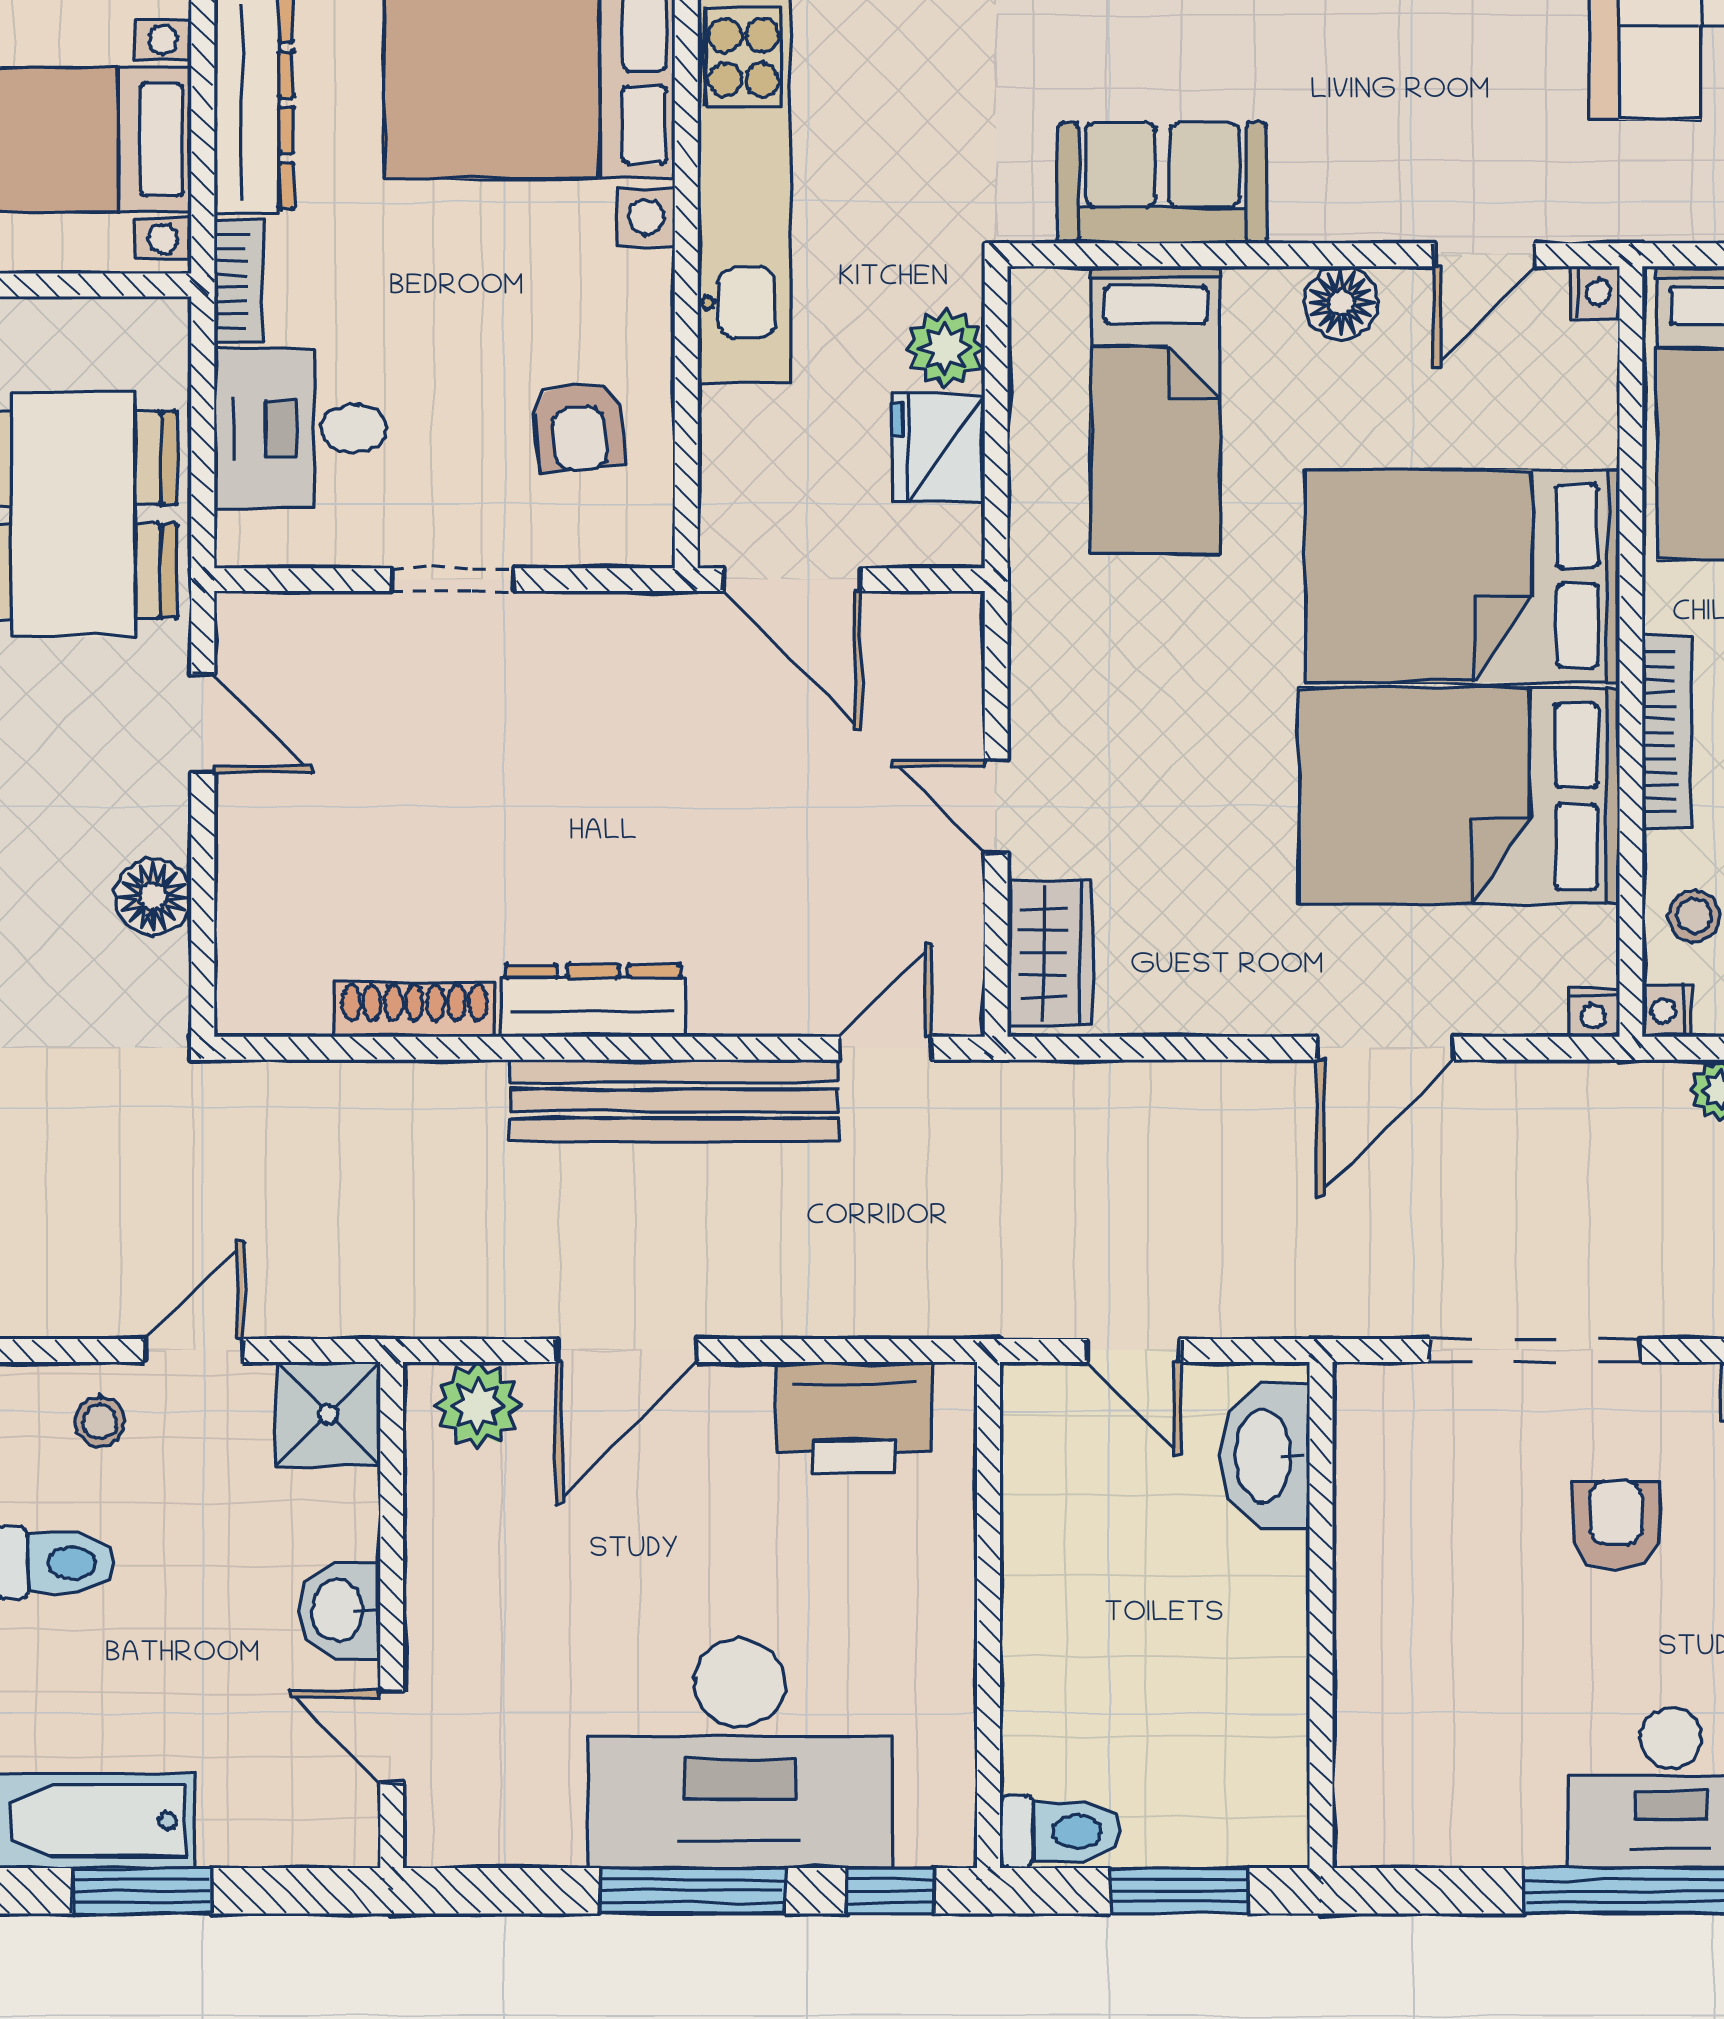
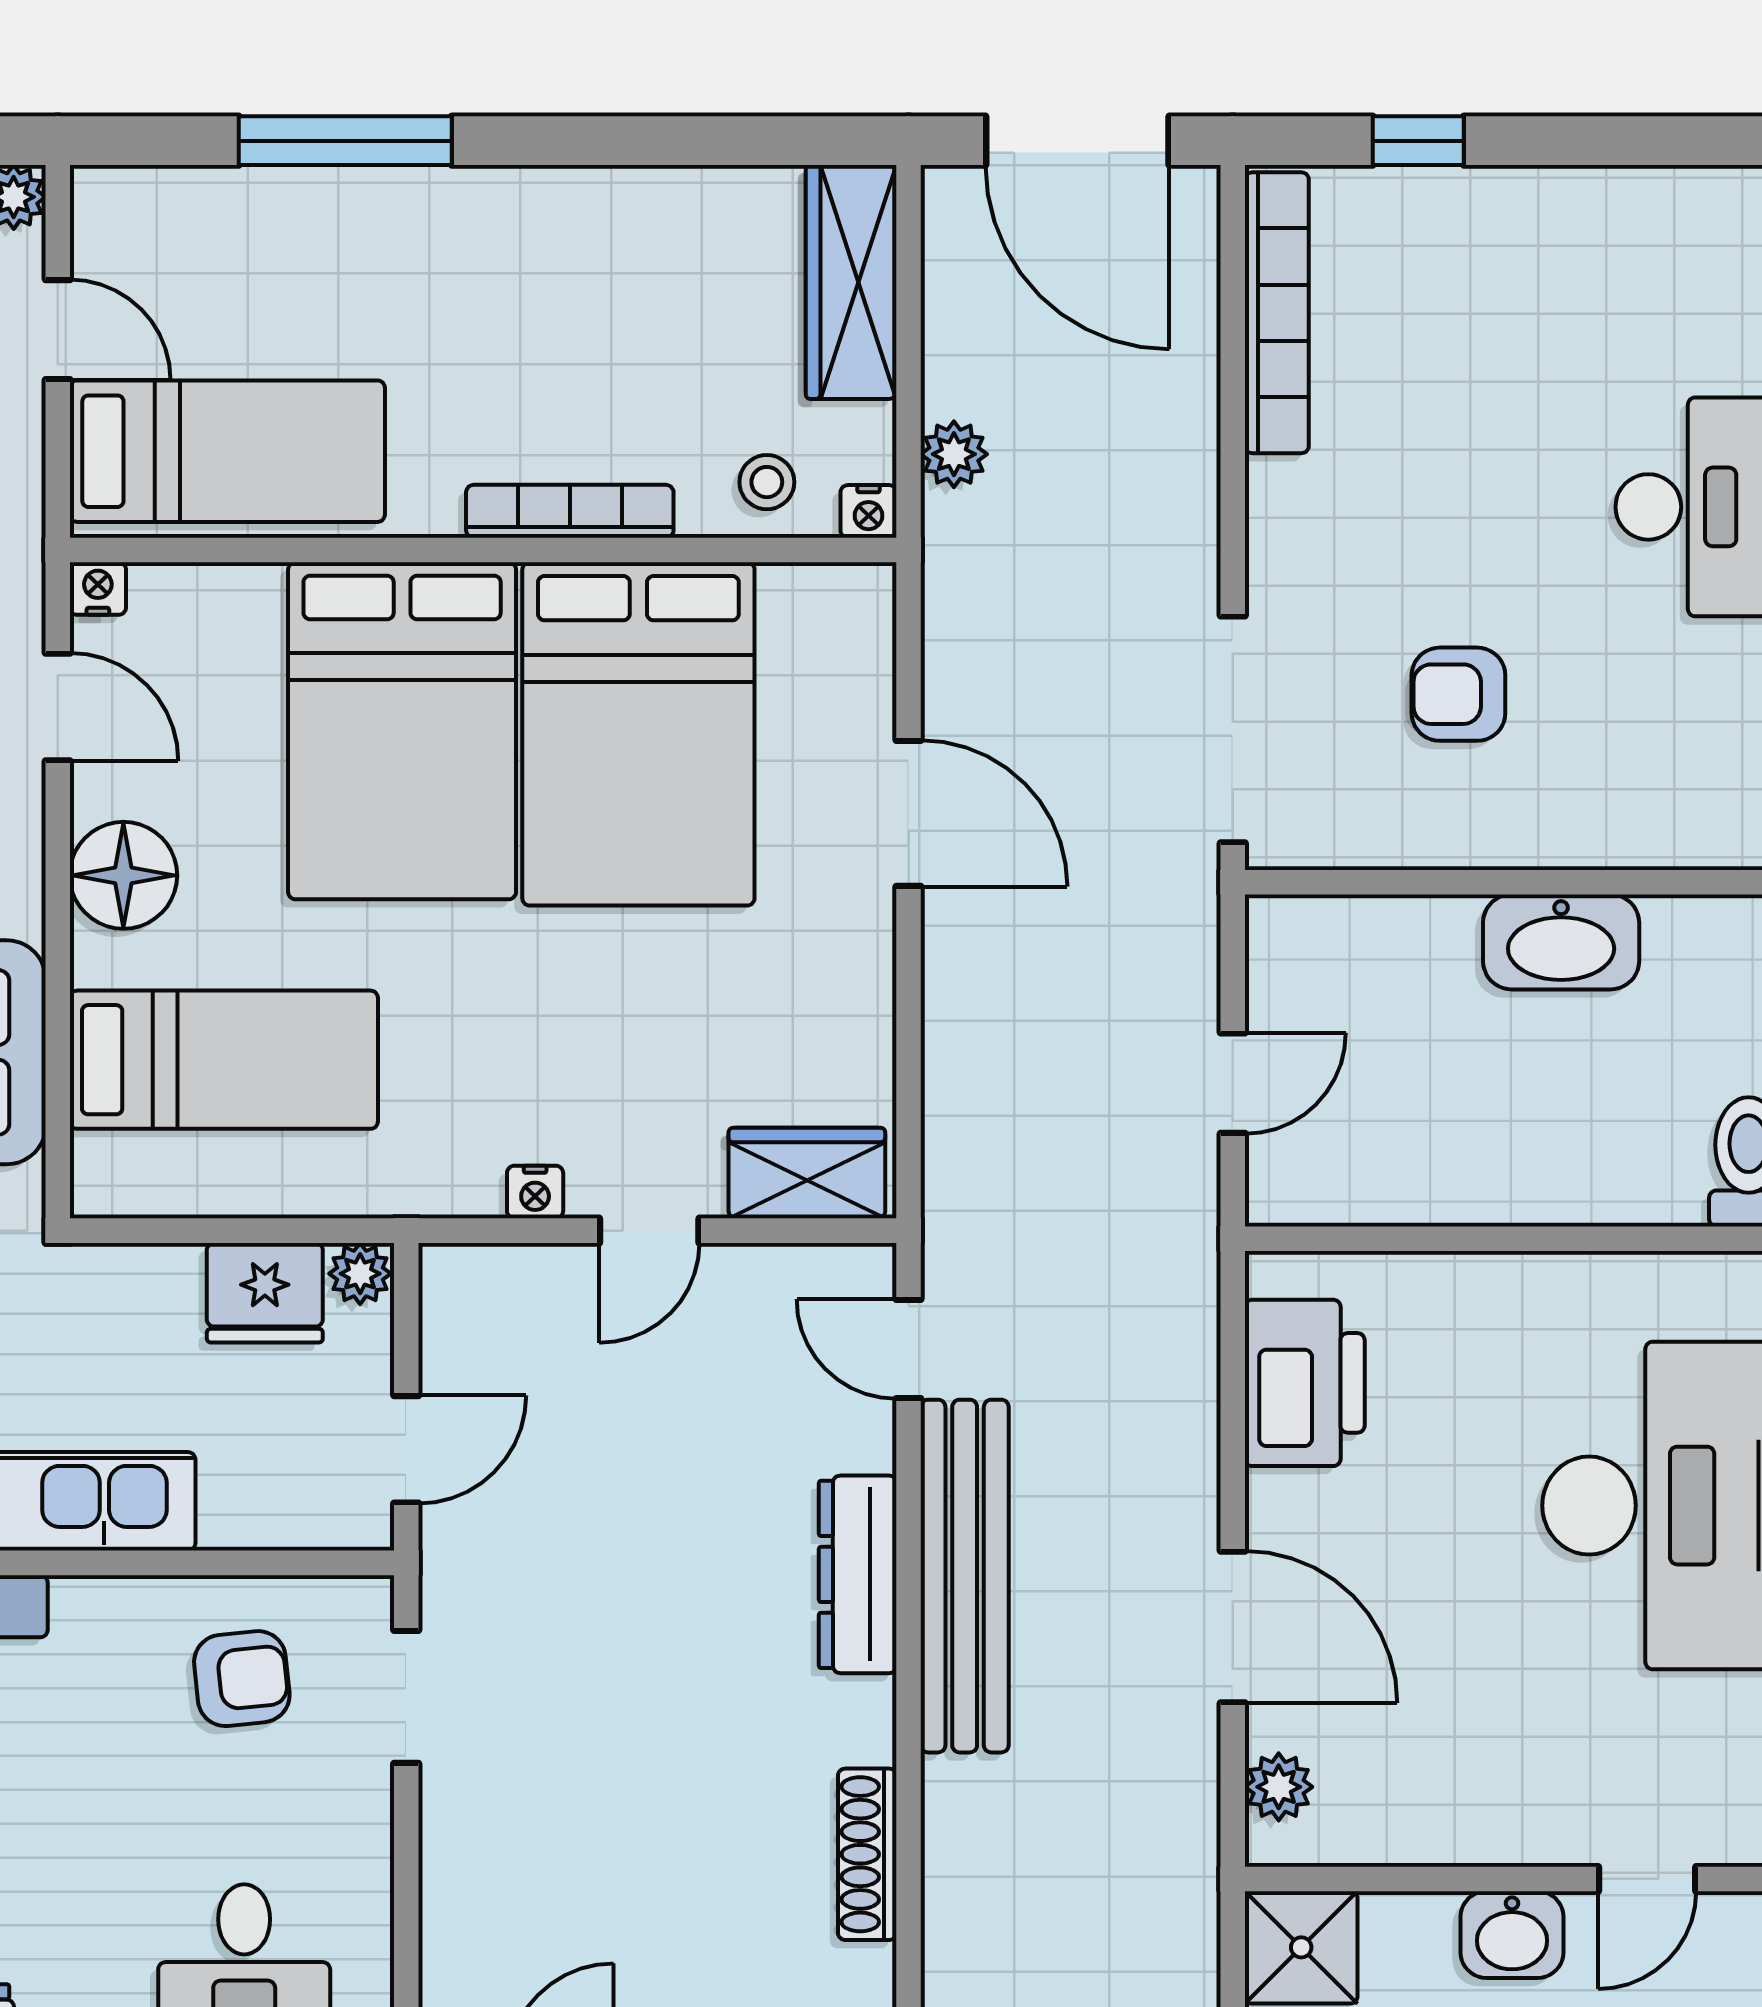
floor lamp: (1341, 302) -> (123, 875), width x1.38, depth x1.38
plant: (945, 348) -> (360, 1274), moved, width x0.73, depth x0.73
doorway: (453, 580) -> (406, 1697), moved
door: (792, 580) -> (406, 1449), width x0.73
dresser: (593, 1001) -> (858, 1574), moved
nightstand: (1593, 1012) -> (535, 1192), moved, turned 90
doorway: (1535, 1350) -> (1233, 729), moved
plant: (477, 1405) -> (1279, 1787), width x0.73, depth x0.73
washbasin: (1265, 1456) -> (1561, 942), moved
armchair: (1616, 1525) -> (1458, 694), moved

